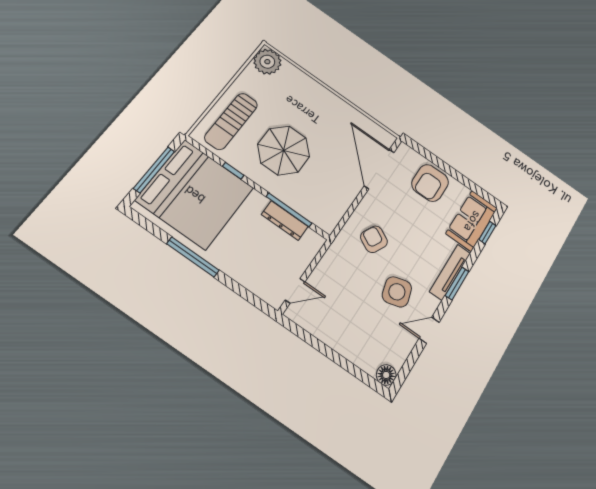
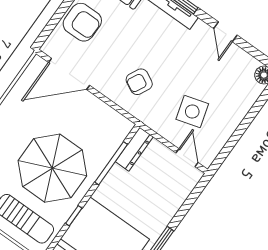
parasol: (284, 150) -> (52, 168), width x1.36, depth x1.36
dresser: (285, 220) -> (134, 149), moved
side table: (397, 292) -> (192, 111), moved

